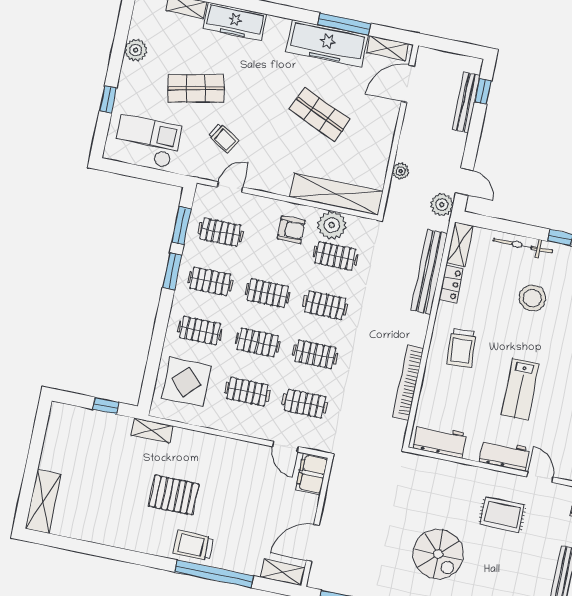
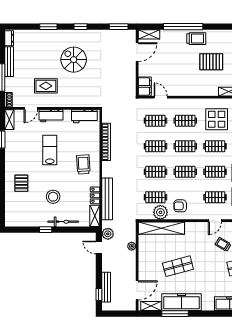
shop shelf: (320, 114) -> (178, 266), turned -39
door: (540, 477) -> (31, 108), hinge flipped

